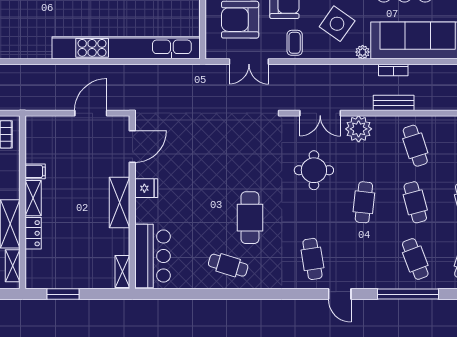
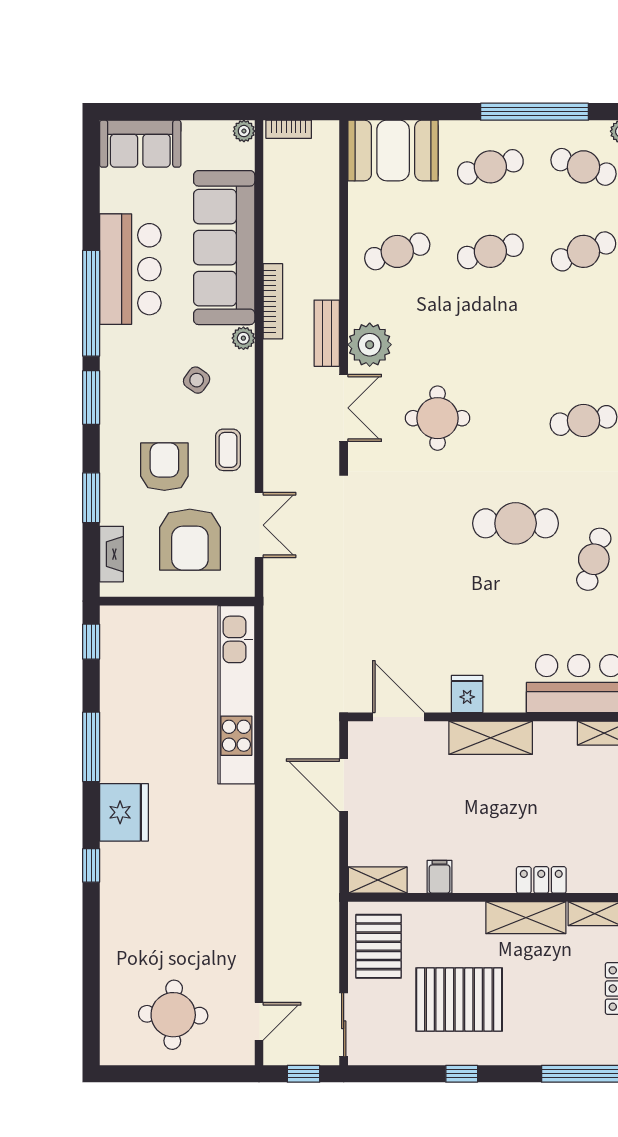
side table: (337, 24) -> (197, 380), width x0.54, depth x0.54
coffee table: (295, 43) -> (228, 450), turned 90
kitchen unit: (126, 48) -> (236, 695), width x0.73
bookcase: (393, 70) -> (273, 301), width x1.56
bench: (394, 103) -> (327, 333), moved
shelving: (33, 198) -> (378, 880), moved
cafe table: (364, 202) -> (490, 336), removed

